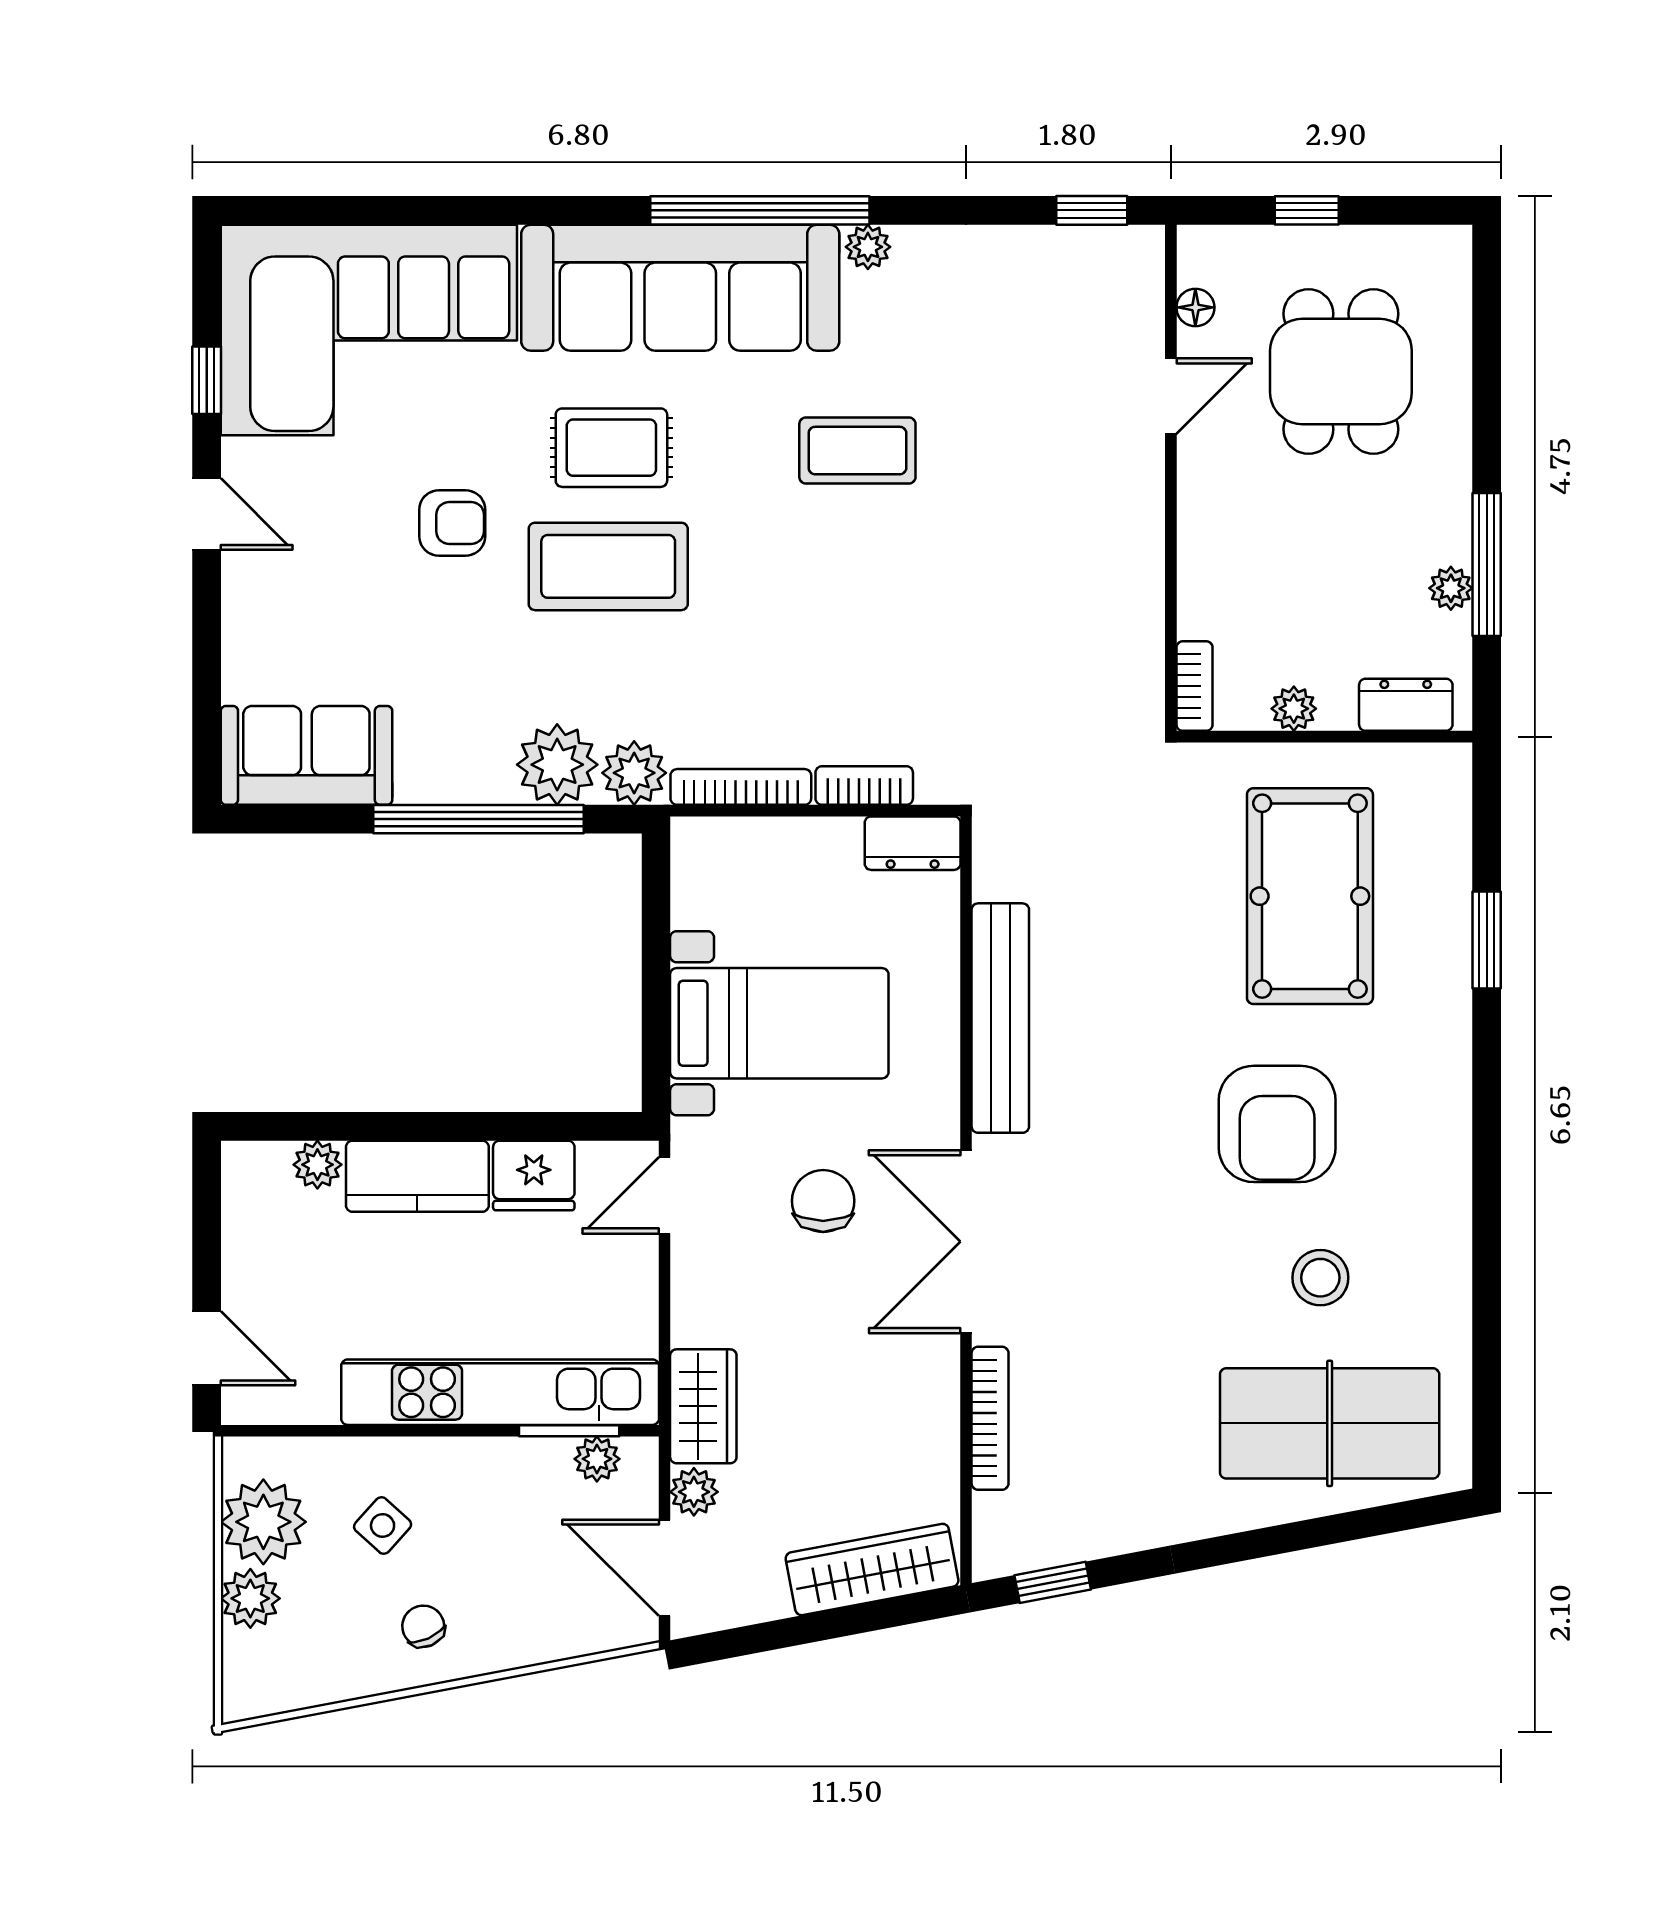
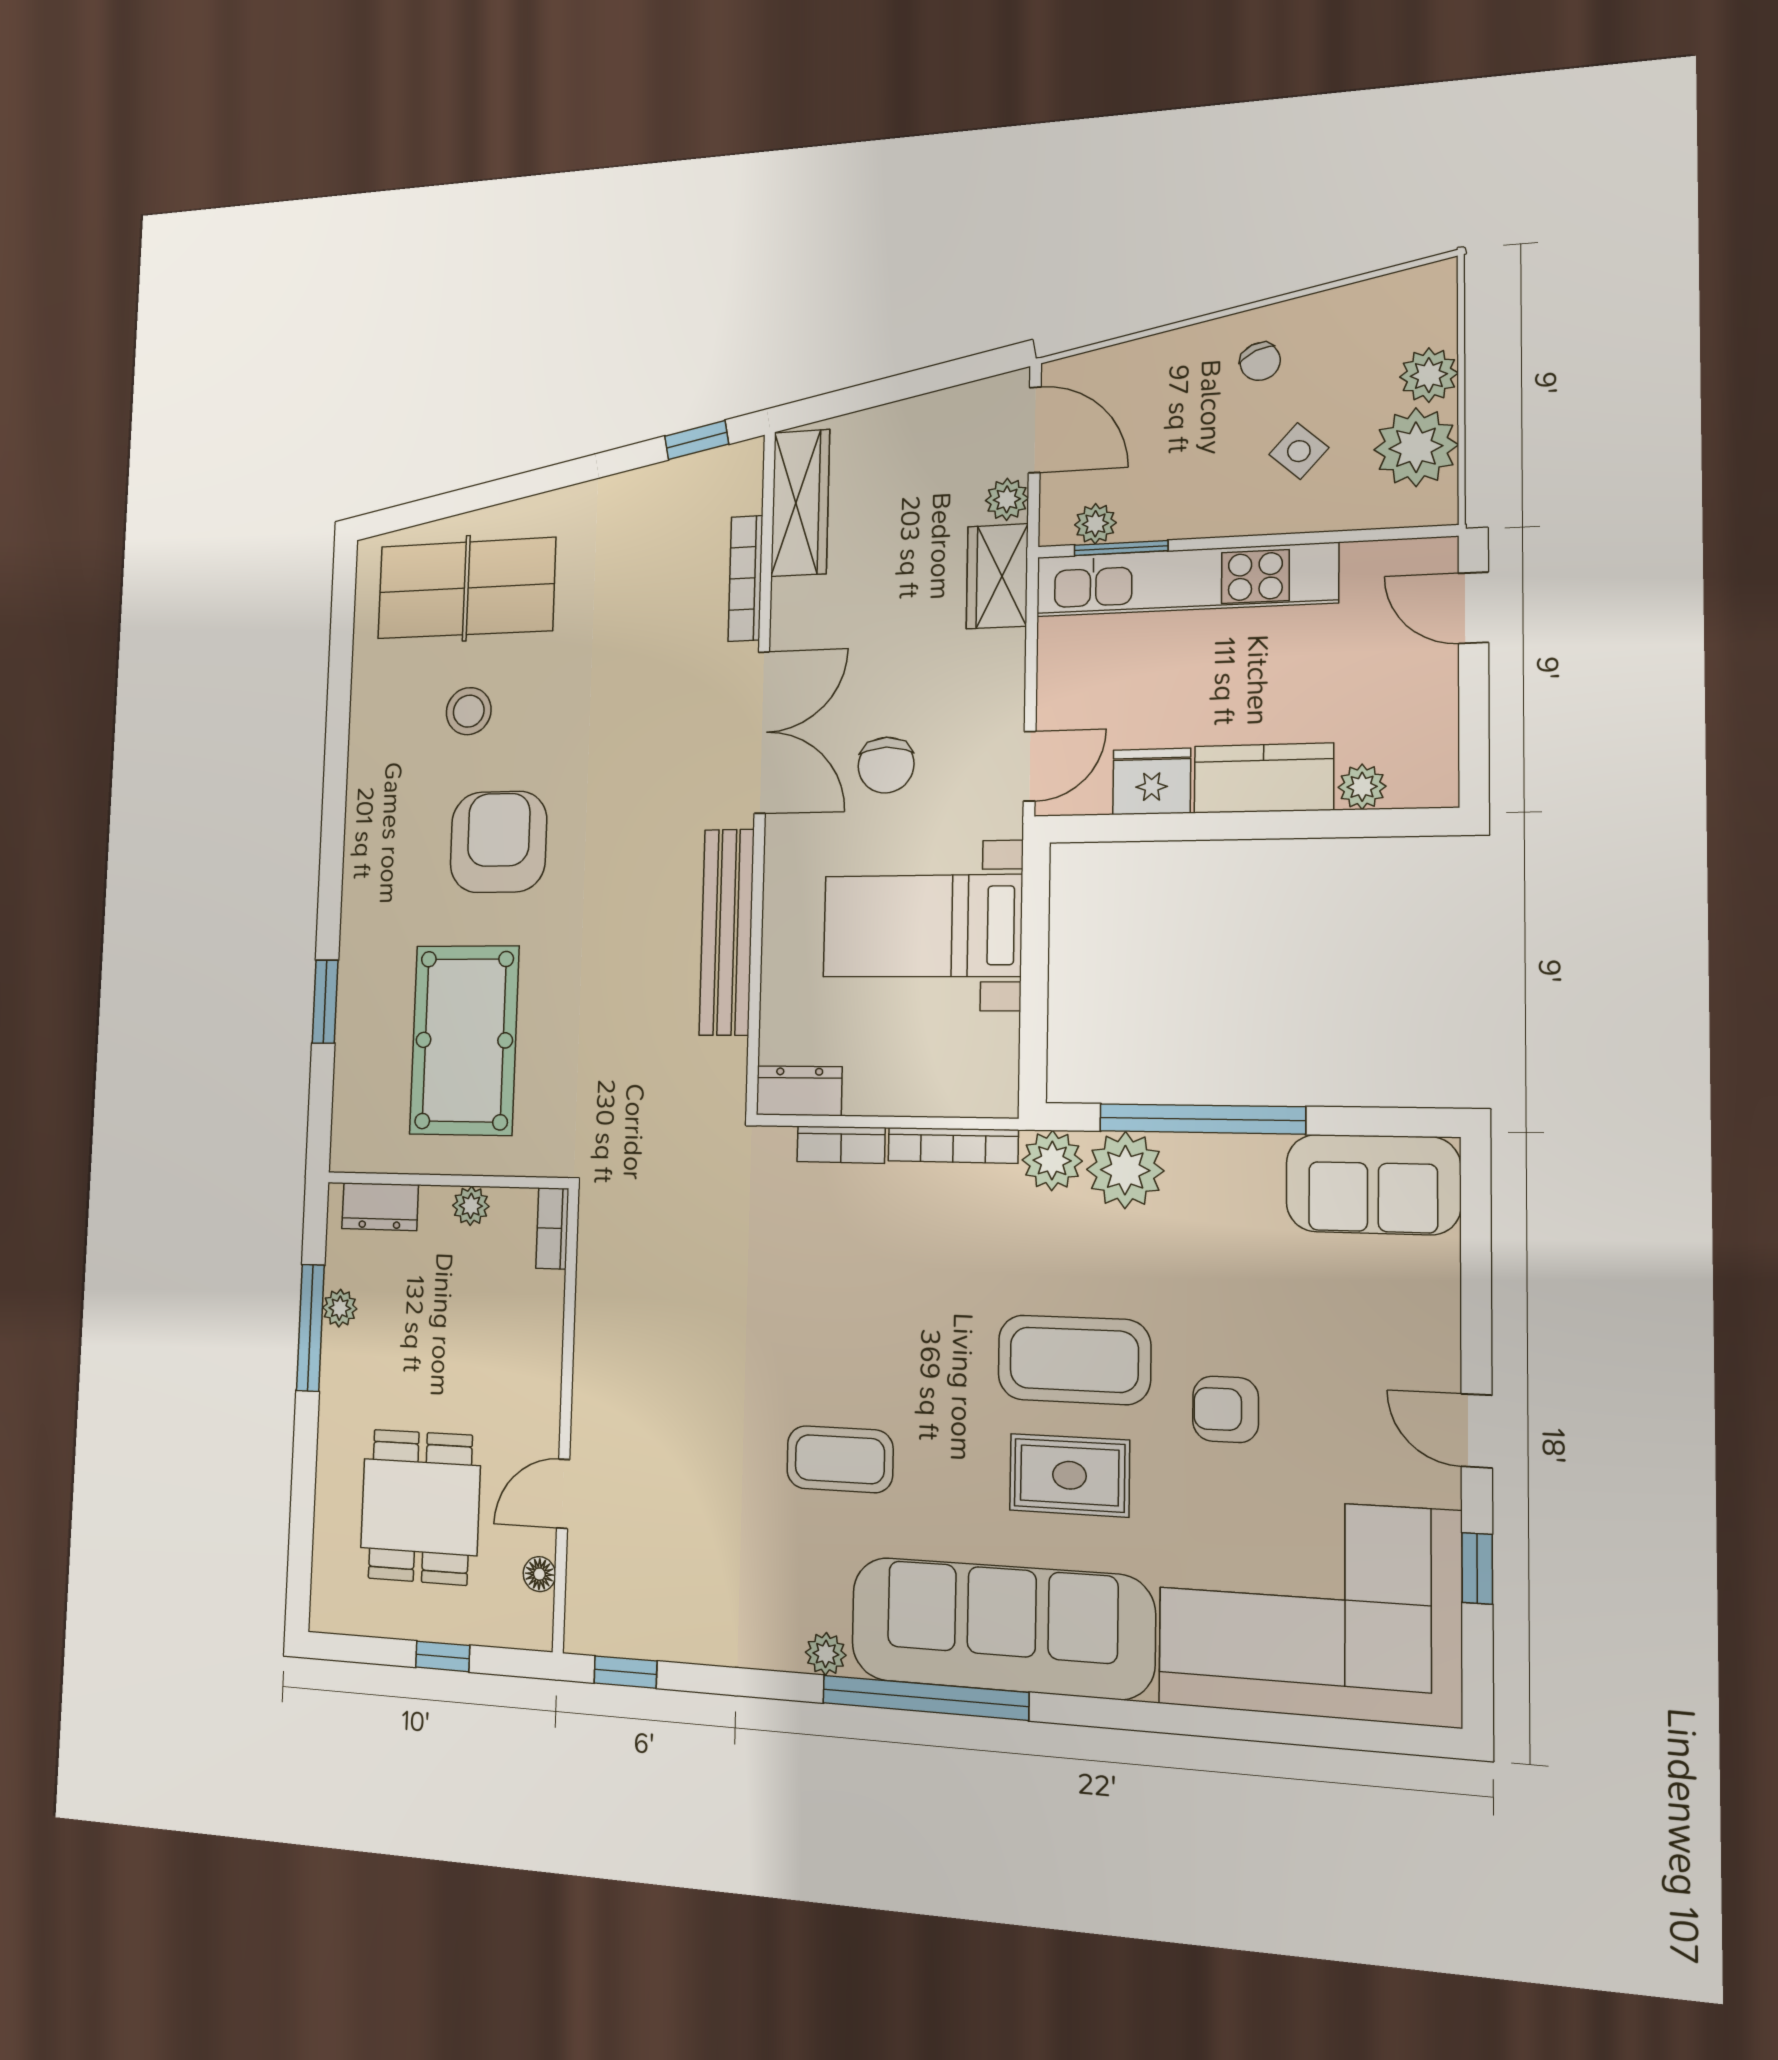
wardrobe: (872, 1569) -> (800, 503), moved, turned -79

